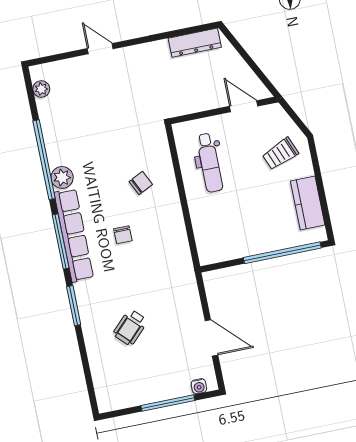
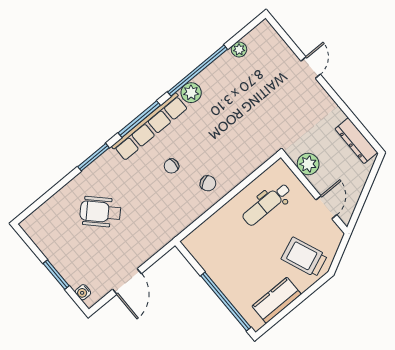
plant: (41, 89) -> (239, 50), moved
plant: (192, 101) -> (308, 164), added
trolley: (280, 154) -> (304, 257), width x1.36, depth x1.39
chair: (141, 183) -> (208, 183), moved
wheelchair: (130, 327) -> (100, 212), width x1.36, depth x1.37
window: (168, 403) -> (56, 275), width x0.69

